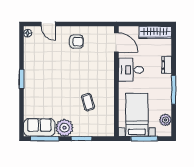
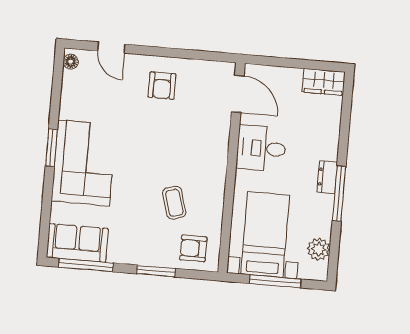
wardrobe: (155, 32) -> (324, 82), width x0.67
armchair: (76, 42) -> (162, 86), turned 90
dresser: (167, 65) -> (327, 177), moved
corner sofa: (39, 85) -> (84, 163), added
armchair: (100, 125) -> (193, 248), added
plant: (64, 128) -> (125, 248), removed

